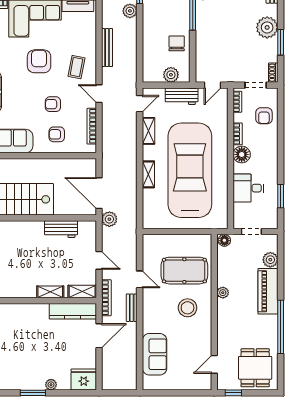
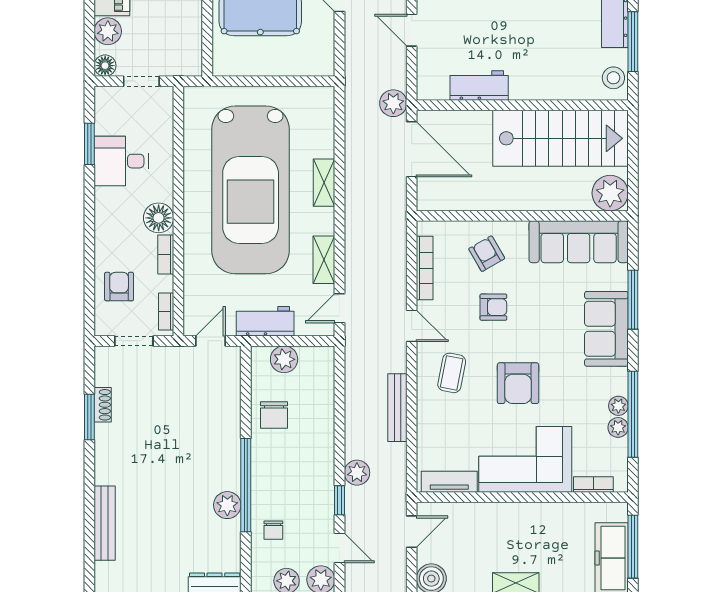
plant: (267, 27) -> (113, 443), removed
shoe rack: (273, 73) -> (103, 405), moved
armchair: (57, 134) -> (487, 254), turned -120
desk: (248, 188) -> (121, 161), moved, turned 180
floor lamp: (224, 240) -> (105, 66), moved

